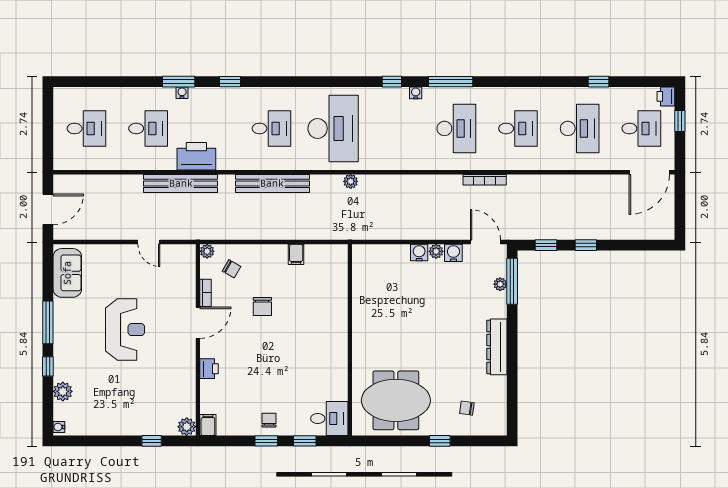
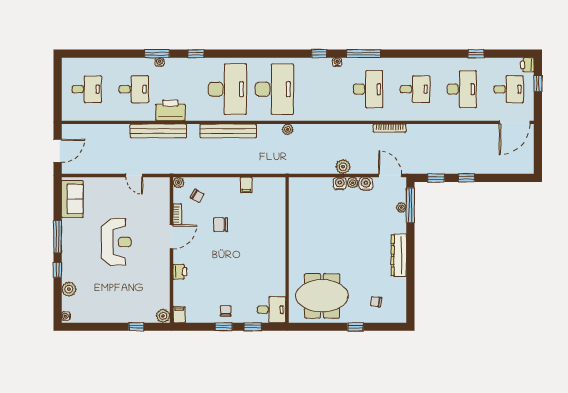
desk: (271, 128) -> (227, 89), width x1.87, depth x1.30
plant: (423, 230) -> (343, 167), added
chair: (262, 307) -> (221, 225), turned 90

